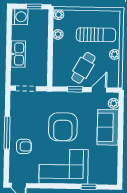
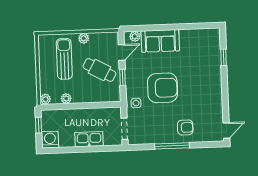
door: (99, 90) -> (122, 52), swing flipped
side table: (50, 101) -> (136, 103), added
armchair: (24, 146) -> (185, 127), turned 90
corner sofa: (64, 166) -> (204, 85), removed

